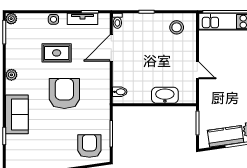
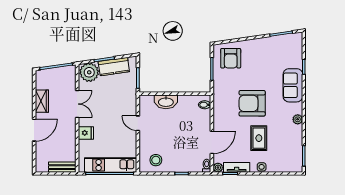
plant: (11, 19) -> (218, 168), moved
rug: (57, 53) -> (259, 138), turned 90
armchair: (64, 93) -> (252, 103), turned 90

